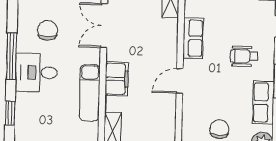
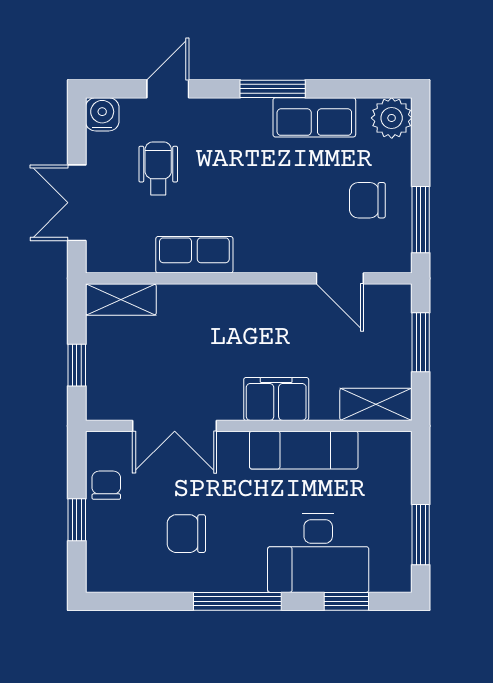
wheelchair: (244, 56) -> (158, 168), moved, turned 180
desk: (36, 72) -> (318, 553), moved, width x1.37
door: (180, 81) -> (340, 278), moved

